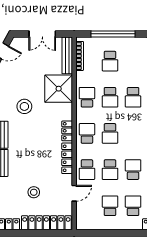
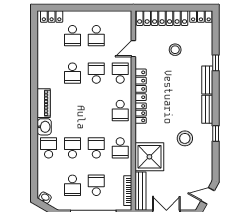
school desk: (110, 133) -> (72, 185), moved, turned 180

